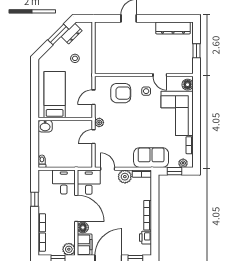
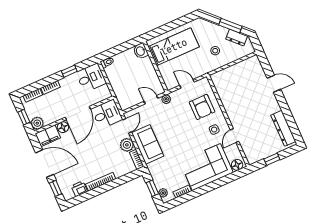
sofa: (151, 158) -> (148, 144), moved
desk: (64, 182) -> (91, 78), moved

